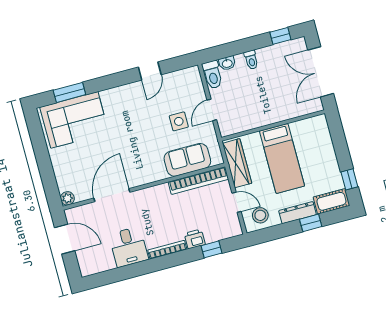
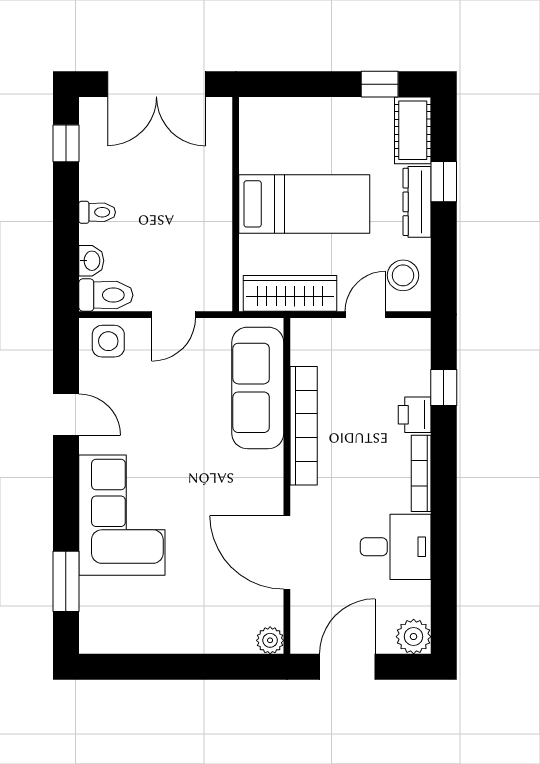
door: (212, 110) -> (174, 315), hinge flipped
corner sofa: (74, 120) -> (122, 515), moved
side table: (179, 121) -> (108, 341), moved
sofa: (187, 160) -> (258, 388), width x1.36
bookcase: (198, 181) -> (304, 426), moved
plant: (88, 267) -> (414, 637), added

